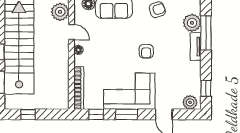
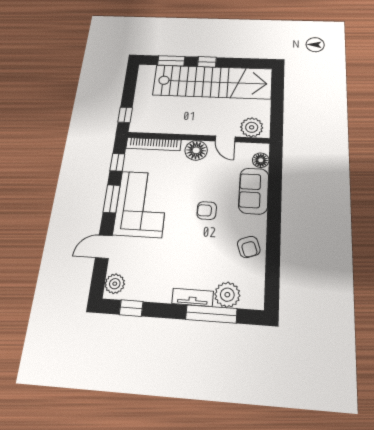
door: (71, 32) -> (225, 139), hinge flipped
floor lamp: (78, 50) -> (196, 150), width x1.89, depth x1.89
armchair: (146, 51) -> (207, 211), moved
window: (28, 114) -> (125, 115), moved

